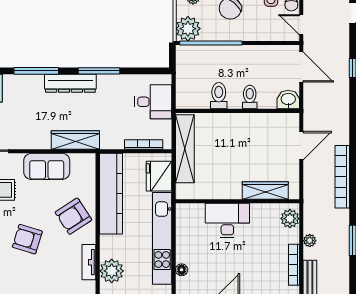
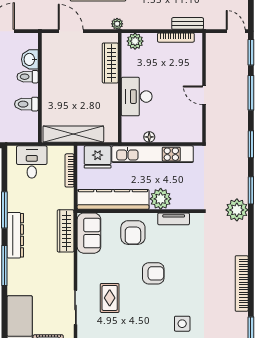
washbasin: (288, 100) -> (30, 59), moved
sofa: (47, 166) -> (89, 233), moved
armchair: (73, 216) -> (133, 233), turned 33
armchair: (27, 239) -> (153, 273), turned -107
plant: (310, 241) -> (117, 24), moved
floor lamp: (182, 270) -> (149, 137), moved
plant: (112, 271) -> (161, 199), moved

